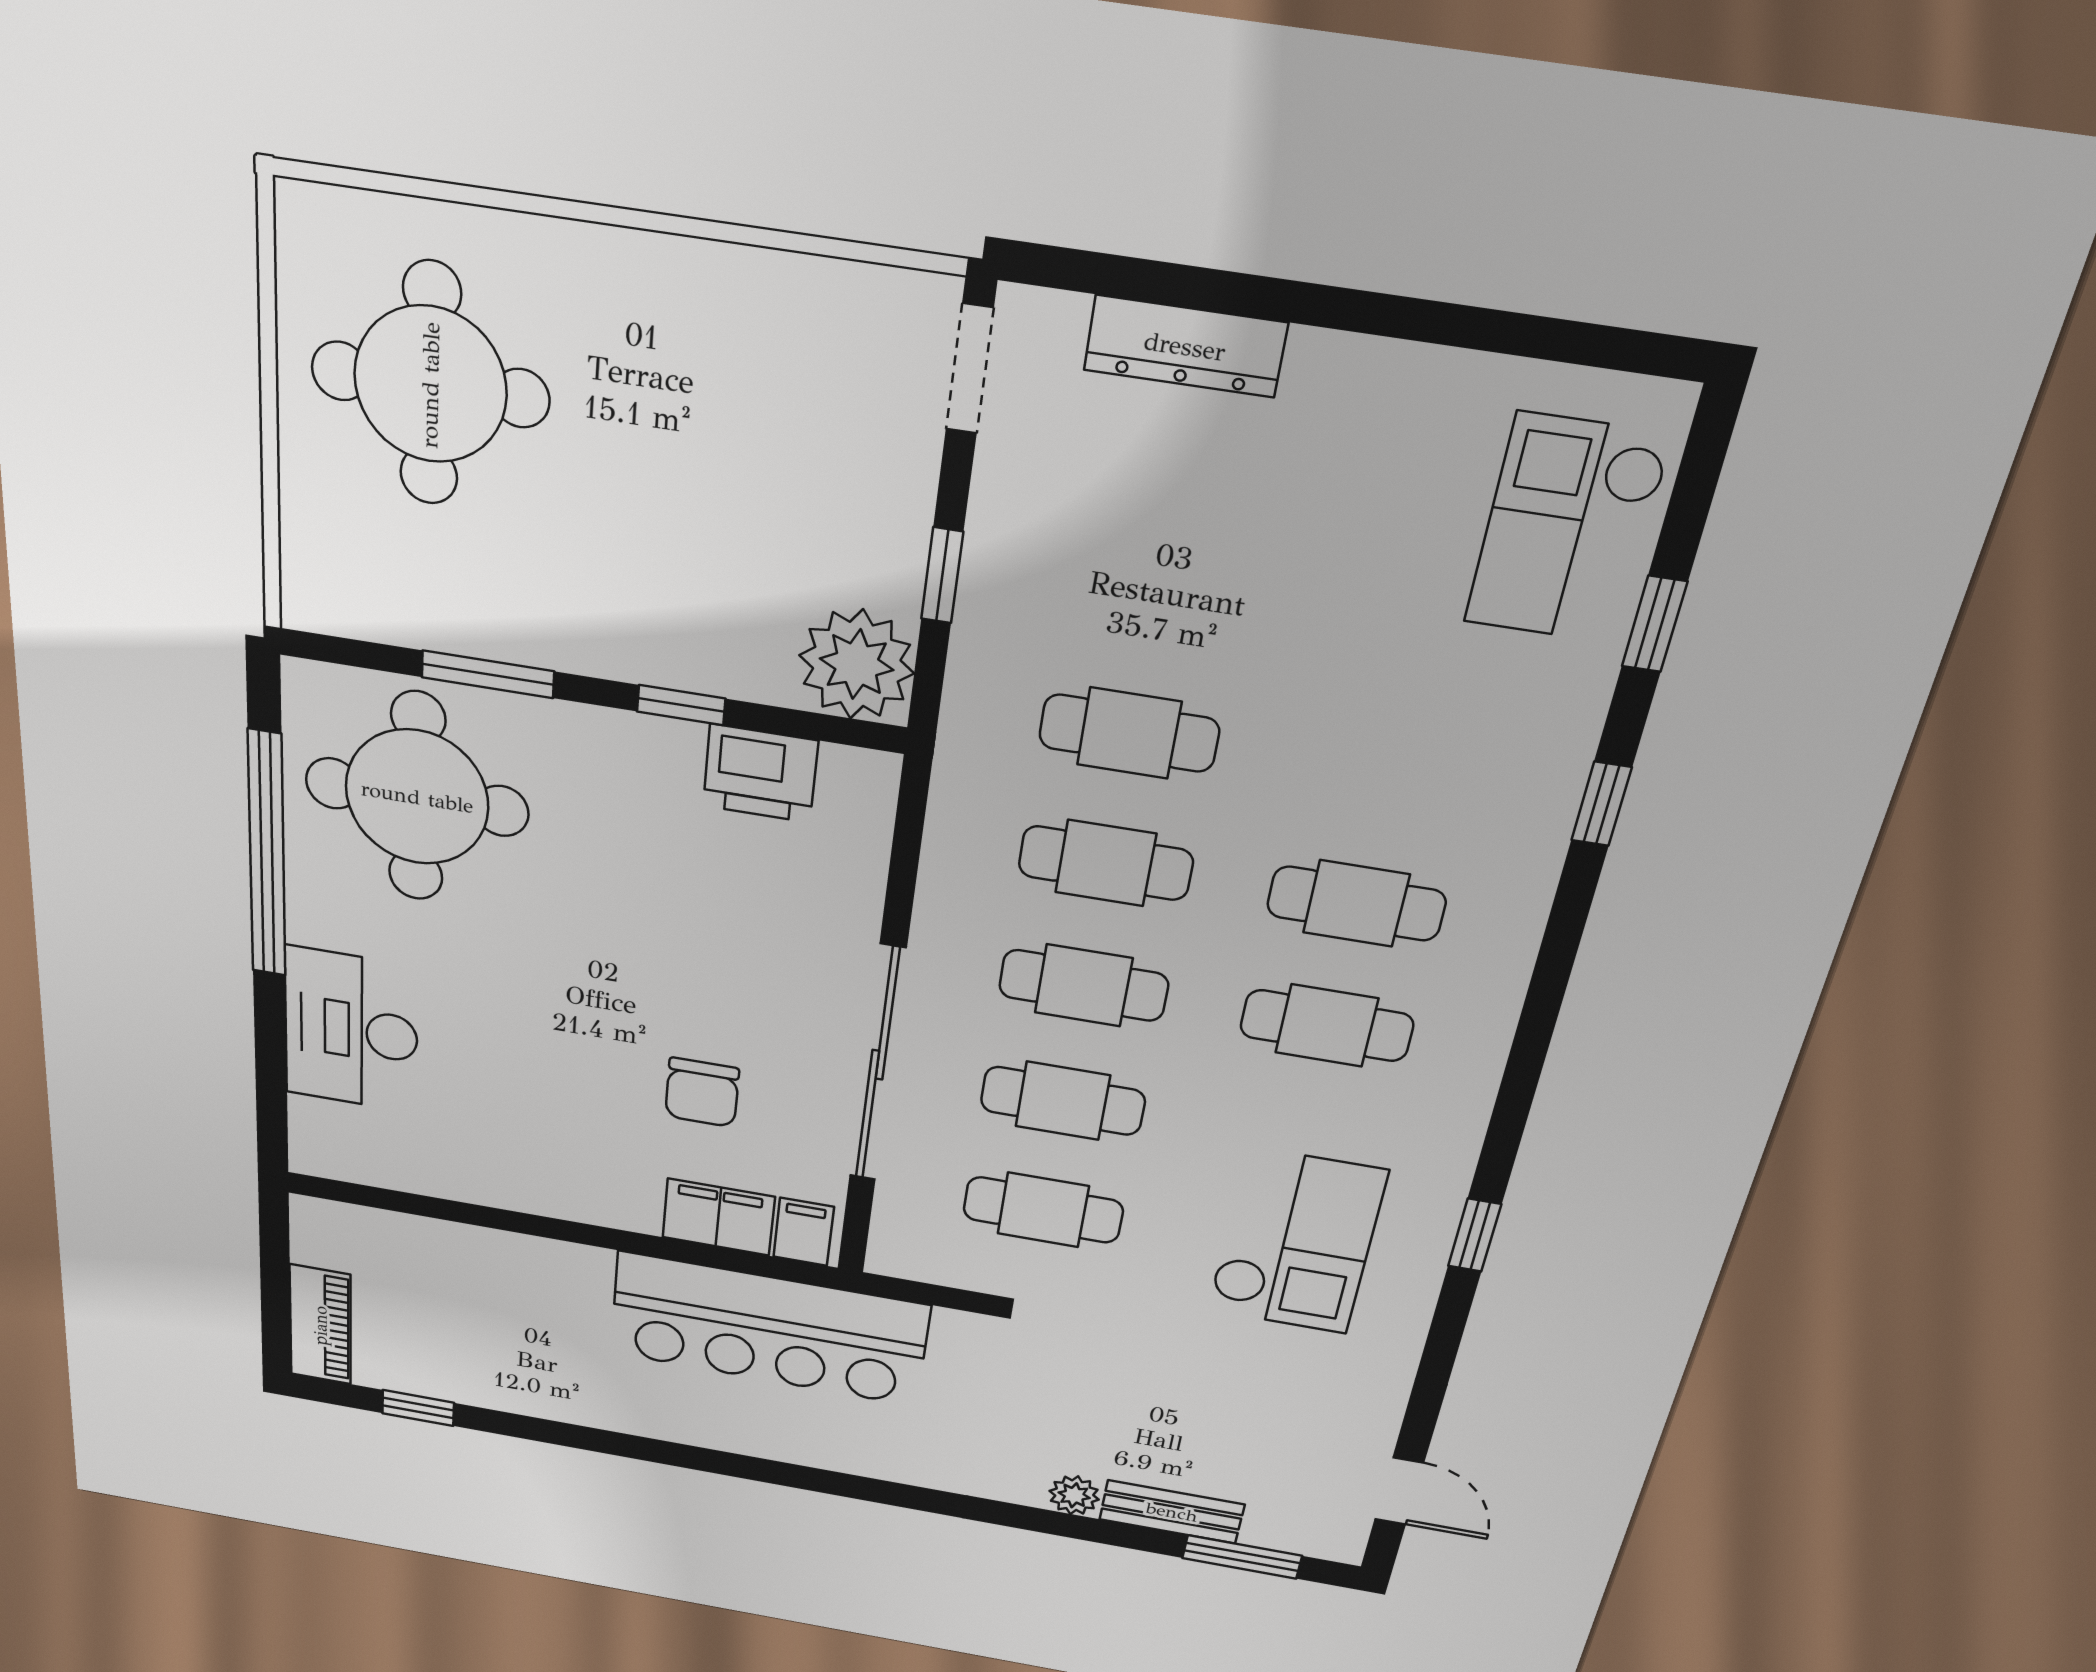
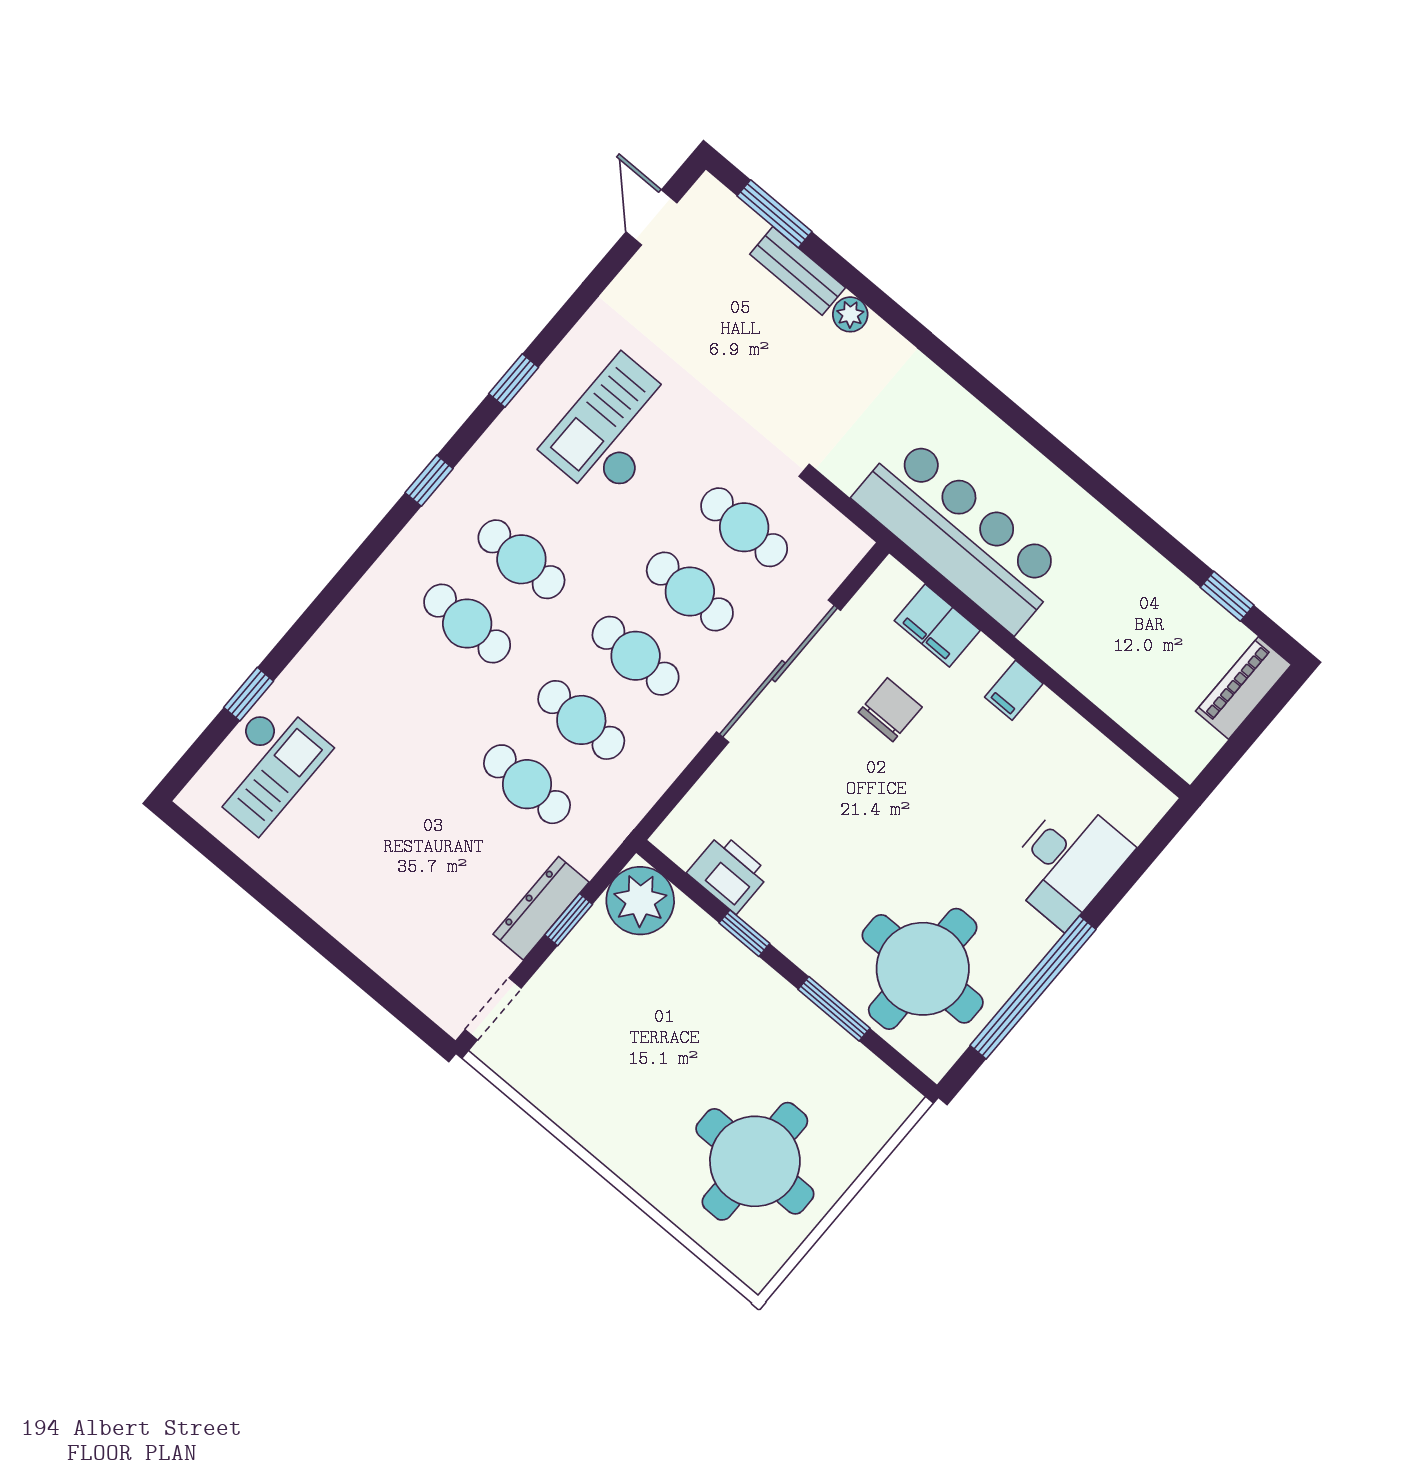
dresser: (1185, 346) -> (541, 908), moved, turned -90
window: (1602, 804) -> (429, 481), moved
filing cabinet: (804, 1232) -> (1014, 690), moved

